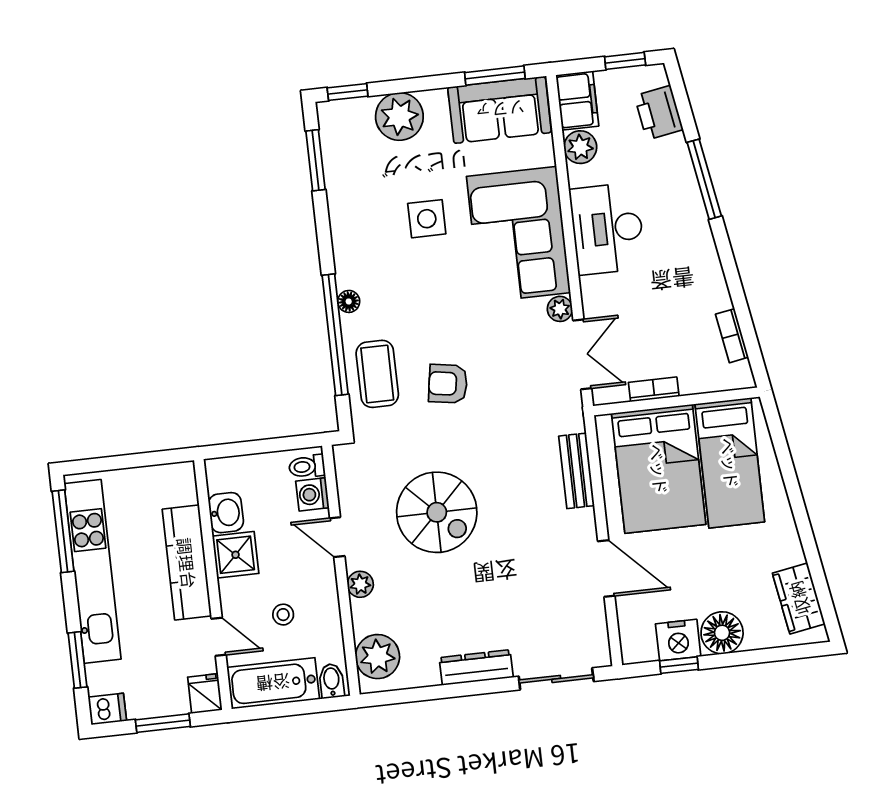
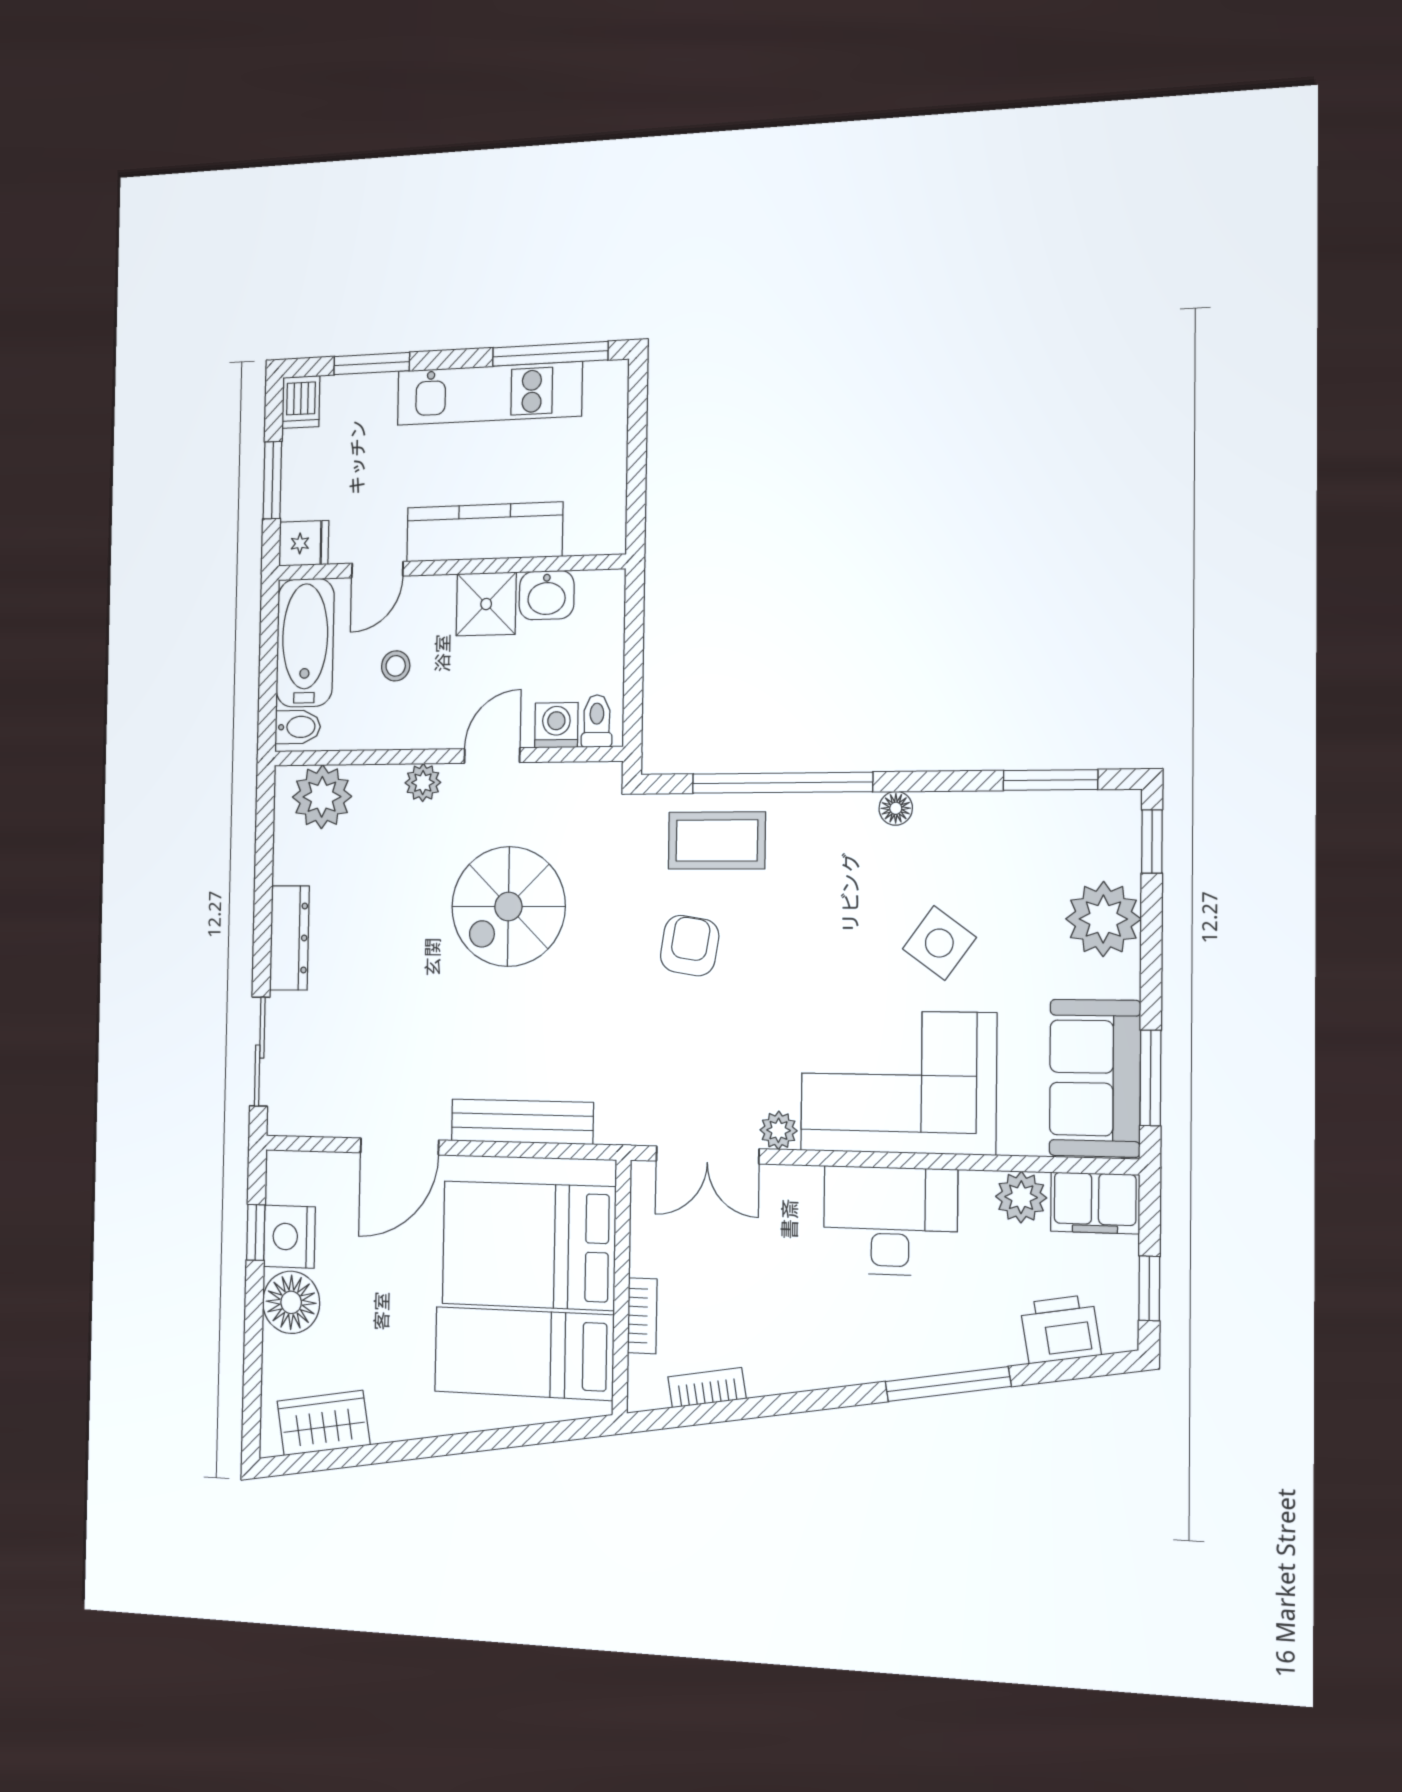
side table: (427, 219) -> (939, 943), turned 36
floor lamp: (349, 301) -> (896, 808), moved
bookcase: (654, 389) -> (642, 1316), moved
bench: (577, 471) -> (522, 1122), width x1.36
kitchen unit: (93, 571) -> (489, 393), width x0.73

